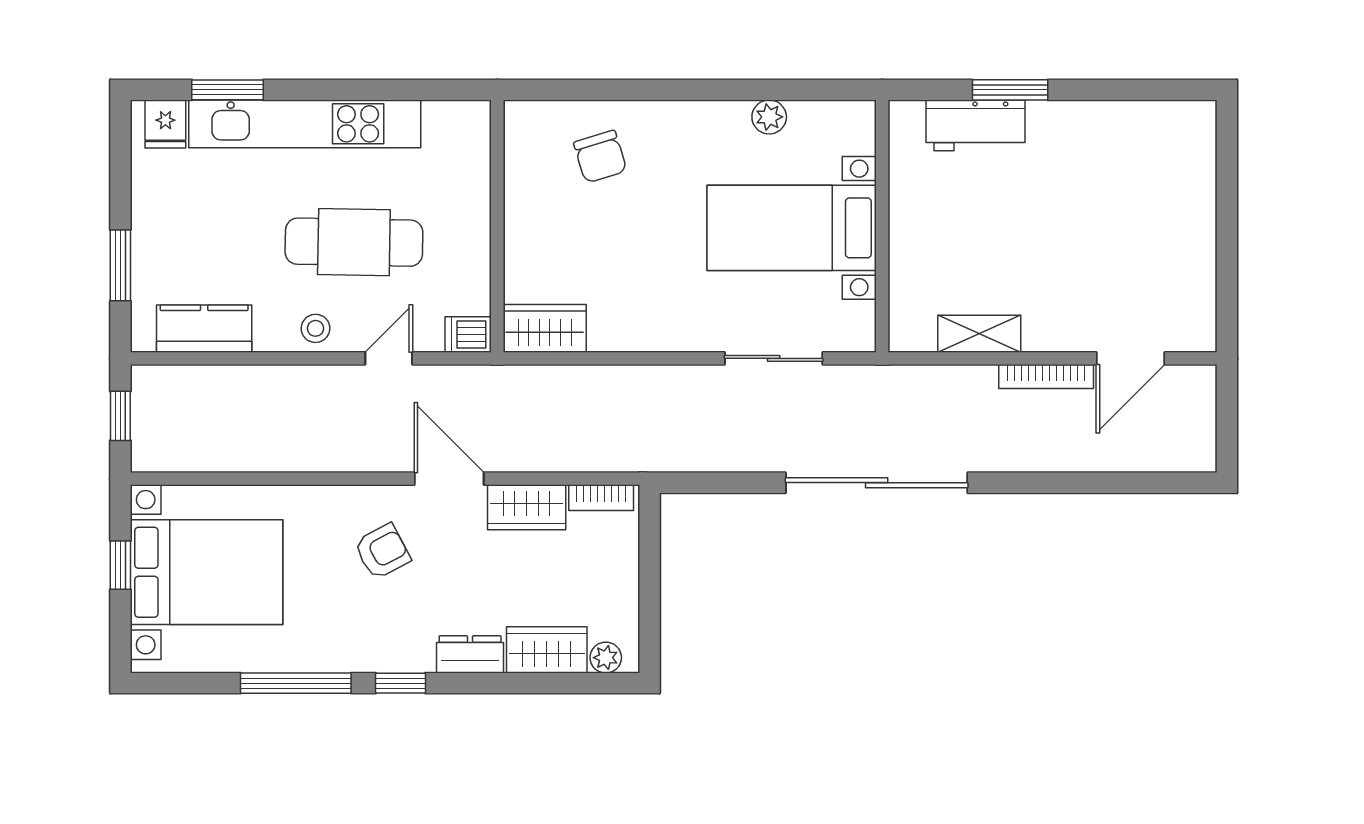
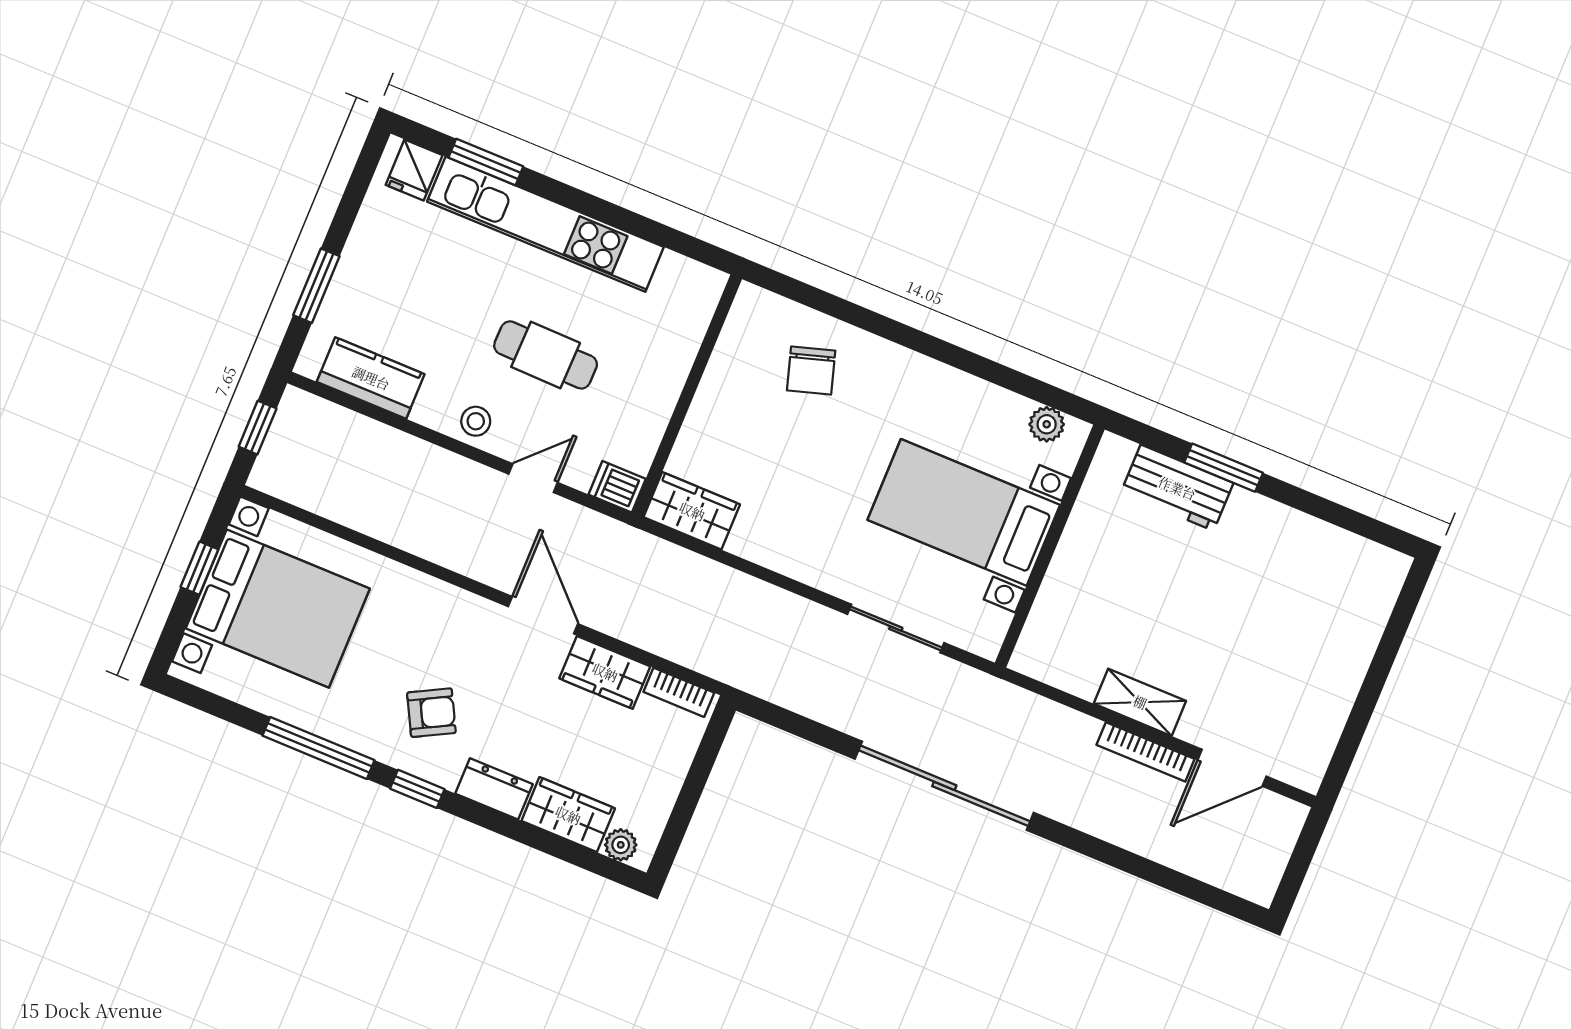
plant: (769, 117) -> (1047, 424), moved
cafe table: (354, 242) -> (546, 355), width x0.73, depth x0.74
shelving: (979, 334) -> (1140, 702), moved
armchair: (382, 552) -> (431, 713), moved

